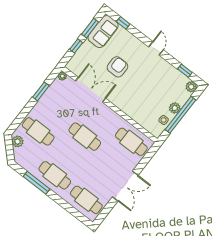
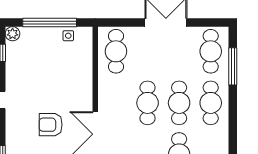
plant: (175, 108) -> (47, 34), removed
cafe table: (70, 156) -> (179, 103), added
window: (37, 183) -> (233, 66), moved

